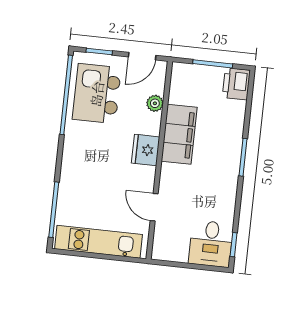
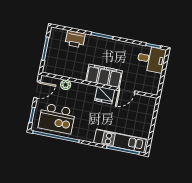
door: (142, 56) -> (37, 90), hinge flipped
printer: (236, 84) -> (75, 39), moved
filing cabinet: (179, 134) -> (104, 76), moved
fridge: (146, 150) -> (105, 95), moved
kitchen unit: (99, 242) -> (120, 141), moved, turned 90

